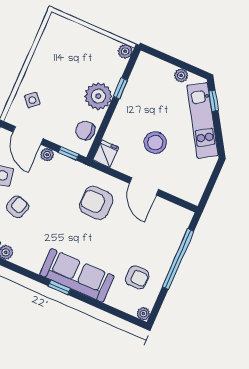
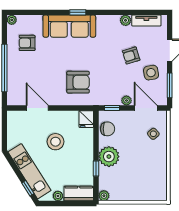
kitchen counter: (155, 67) -> (79, 194), added
door: (144, 186) -> (37, 108), moved
armchair: (18, 207) -> (131, 55), turned 55

